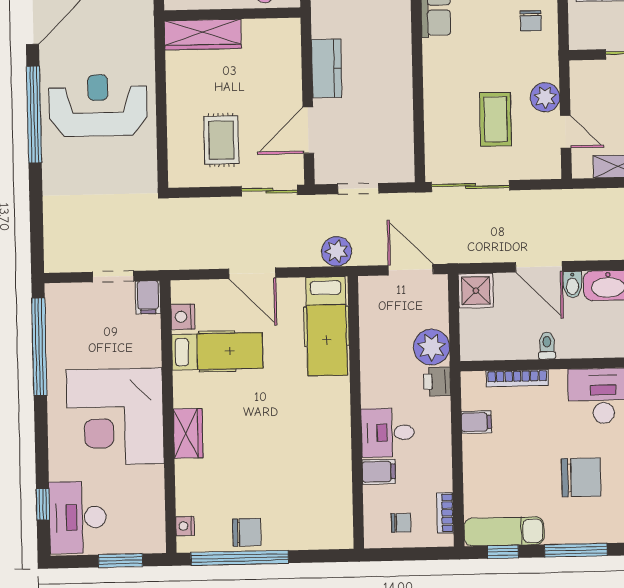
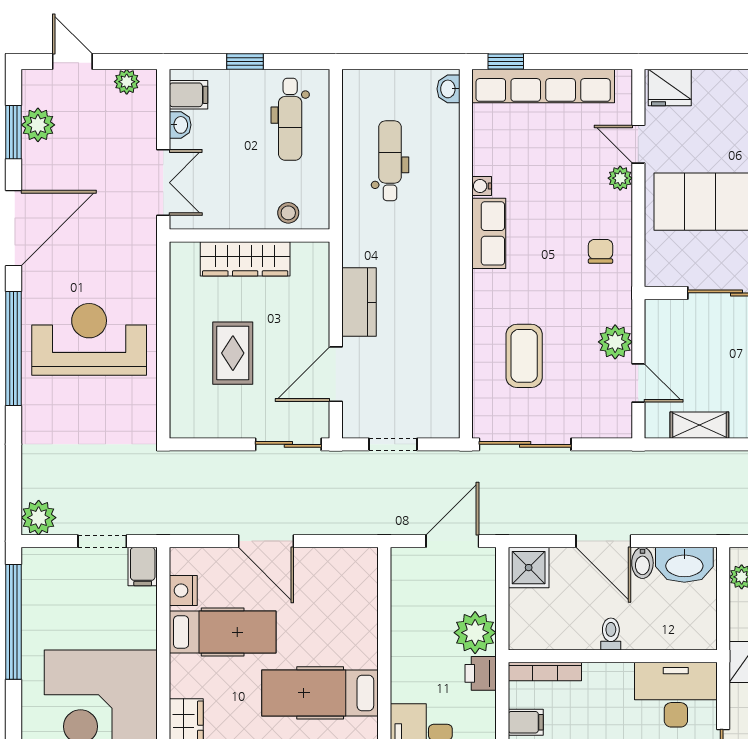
chair: (531, 21) -> (600, 251), turned 180
wardrobe: (203, 35) -> (245, 259), moved
coffee table: (496, 119) -> (524, 356), moved
rug: (221, 140) -> (233, 353), moved
plant: (337, 251) -> (39, 518), moved
door: (411, 270) -> (452, 541), hinge flipped
hospital bed: (326, 326) -> (320, 693), moved, turned 90
bookcase: (517, 378) -> (545, 672), moved

